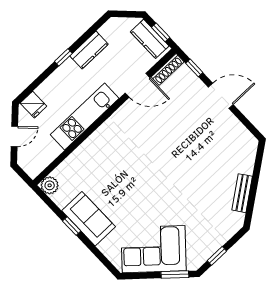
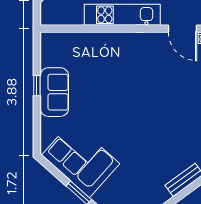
plant: (50, 185) -> (49, 41), removed

